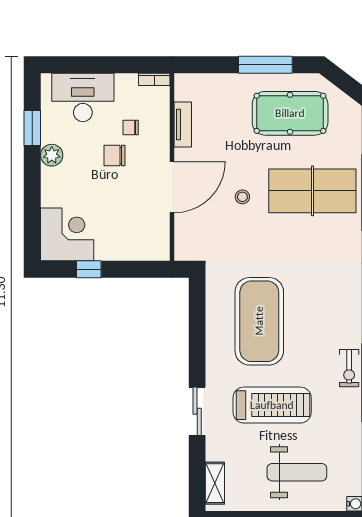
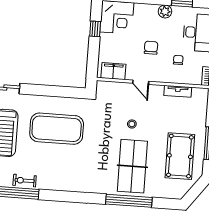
chair: (114, 155) -> (151, 48), moved
door: (172, 187) -> (141, 82), width x0.53
filing cabinet: (157, 234) -> (113, 71), added

